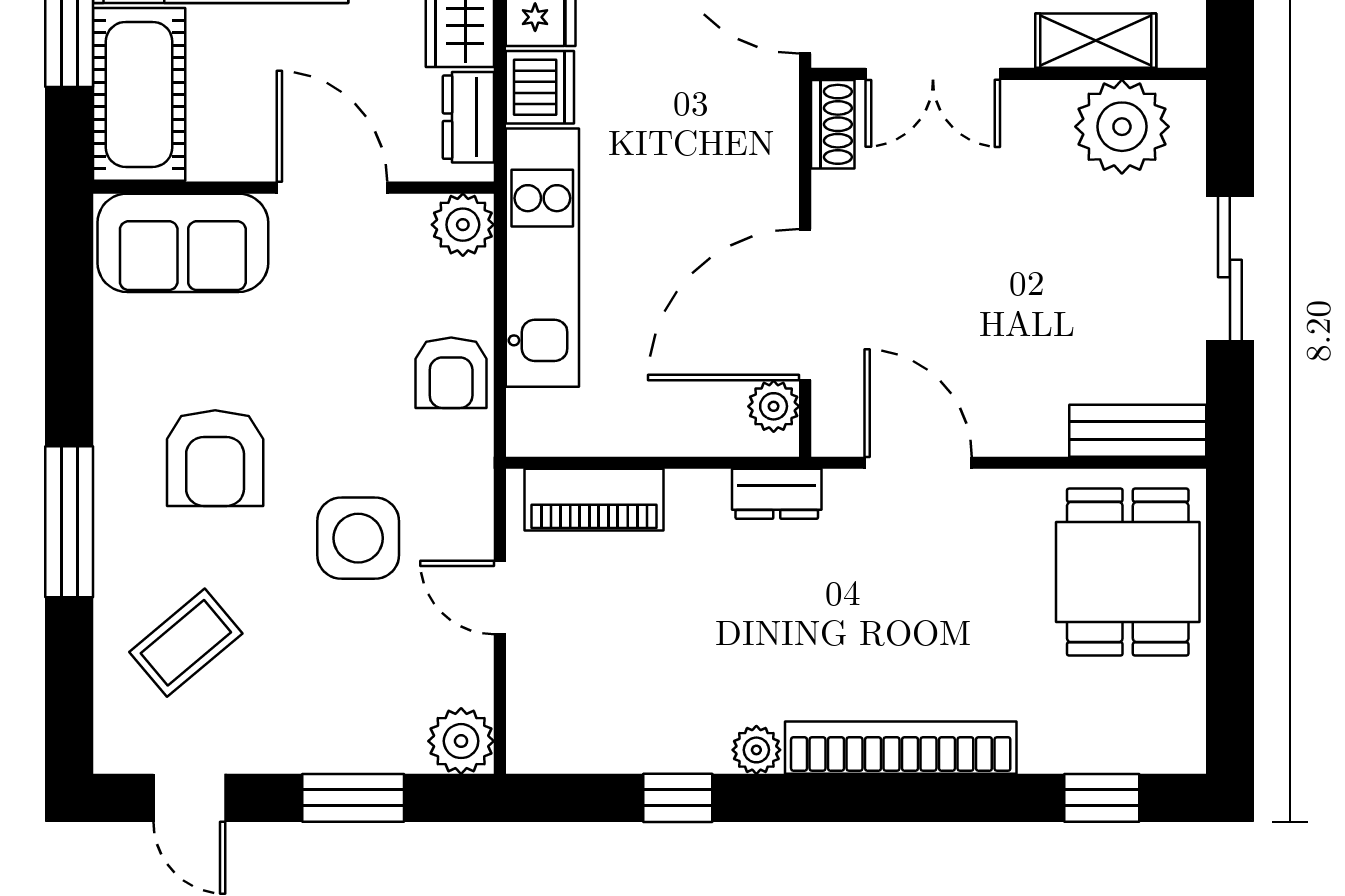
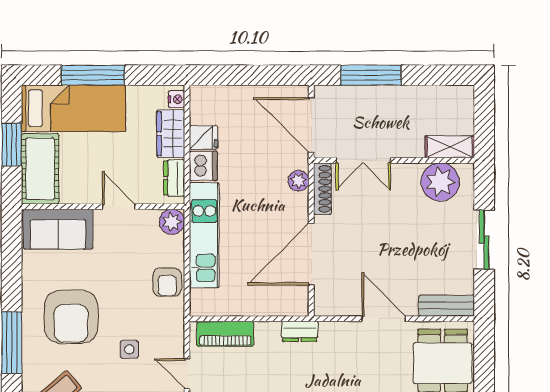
shelving: (1096, 41) -> (450, 147), moved
shoe rack: (833, 124) -> (322, 189), width x1.43
door: (332, 188) -> (119, 207), width x0.73
plant: (774, 406) -> (298, 181), moved
armchair: (215, 458) -> (71, 317), width x1.36, depth x1.36
door: (918, 463) -> (384, 319), moved
side table: (358, 538) -> (129, 349), width x0.54, depth x0.54

